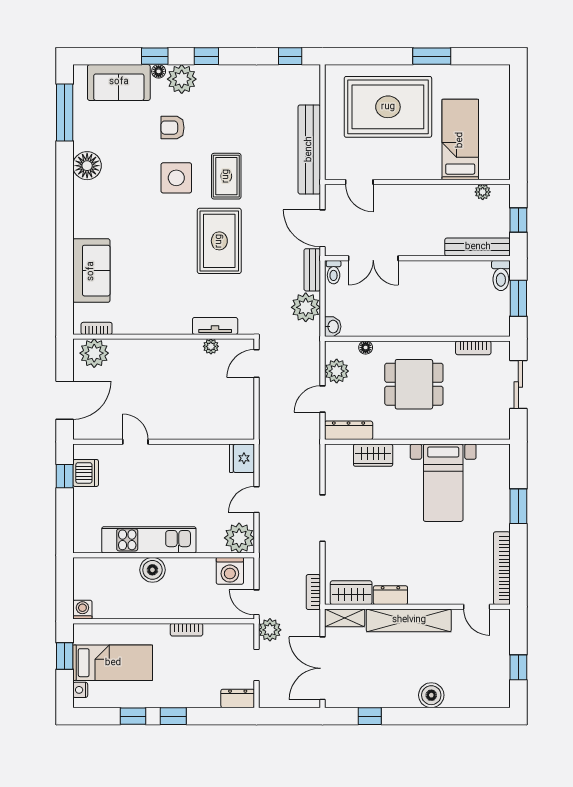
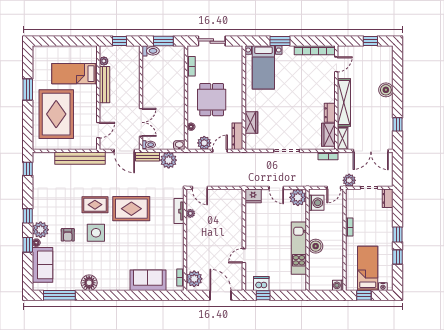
door: (322, 228) -> (124, 151), hinge flipped
bench: (478, 247) -> (105, 85), moved
door: (322, 399) -> (220, 151), swing flipped
bed with nightstands: (443, 483) -> (263, 67), moved, turned 90

